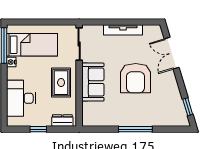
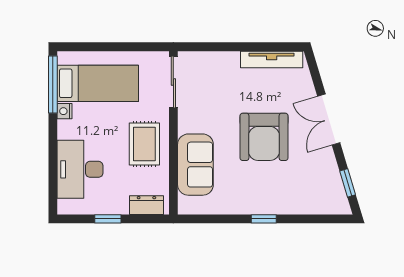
tv unit: (123, 30) -> (272, 59), moved
double door: (172, 53) -> (329, 120), moved
sofa: (93, 82) -> (195, 165), moved
window: (135, 129) -> (264, 219), width x0.46

